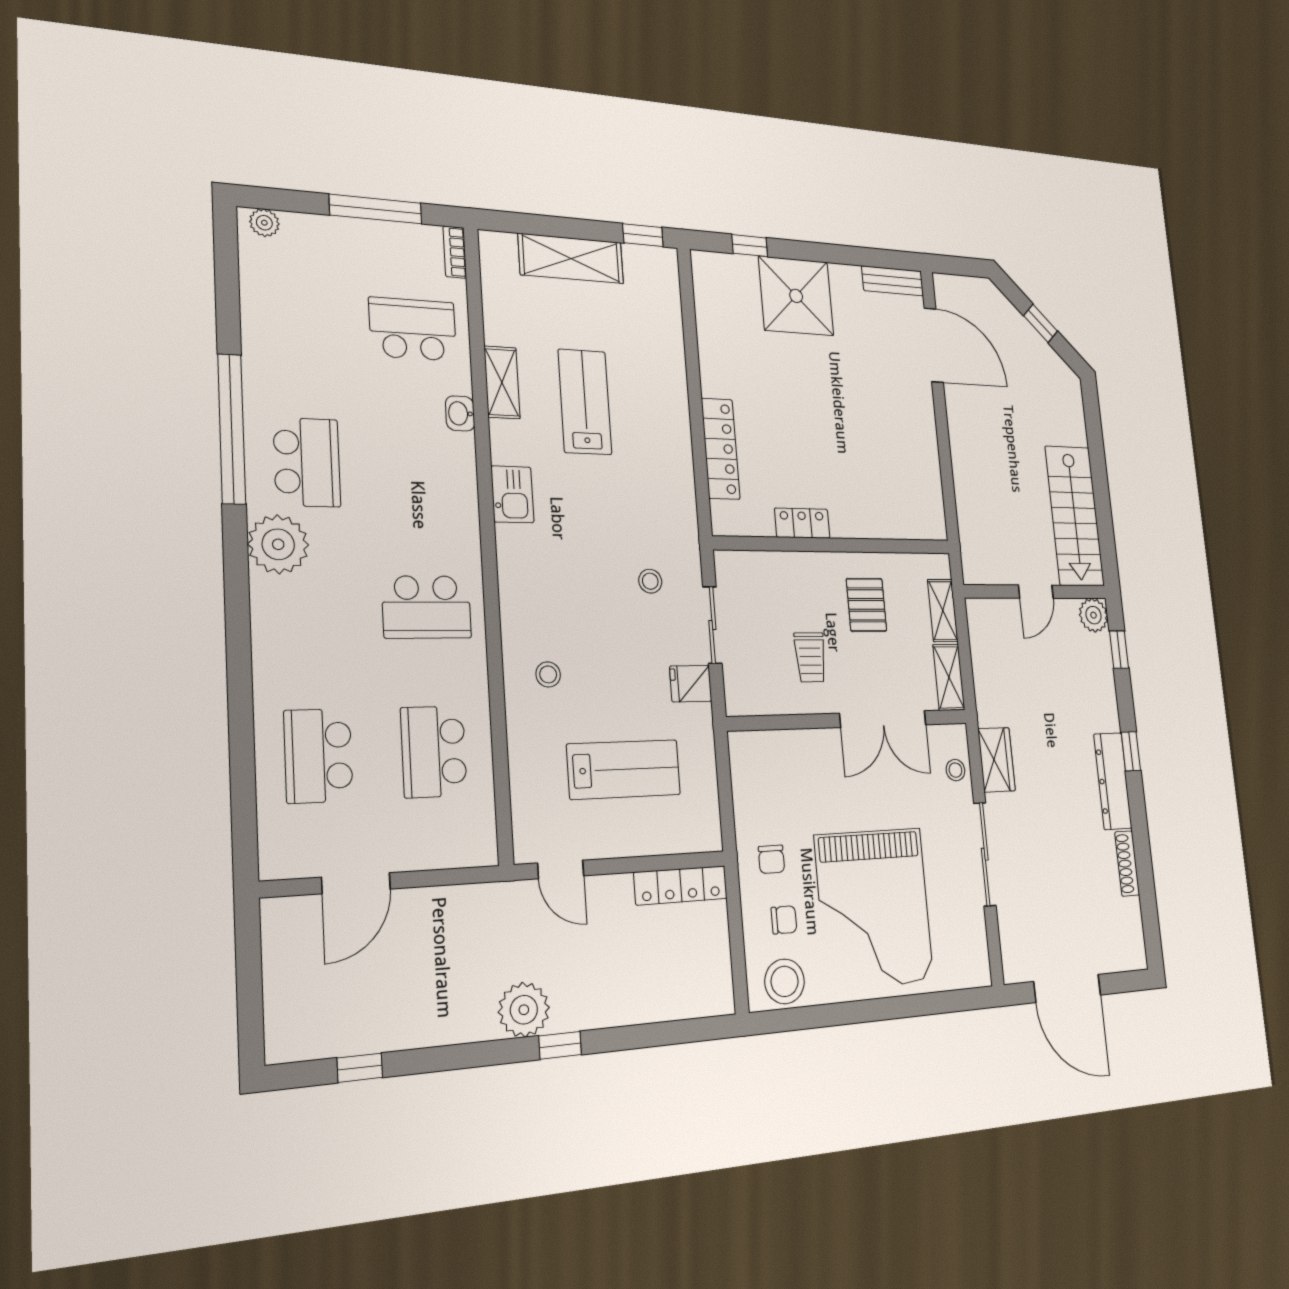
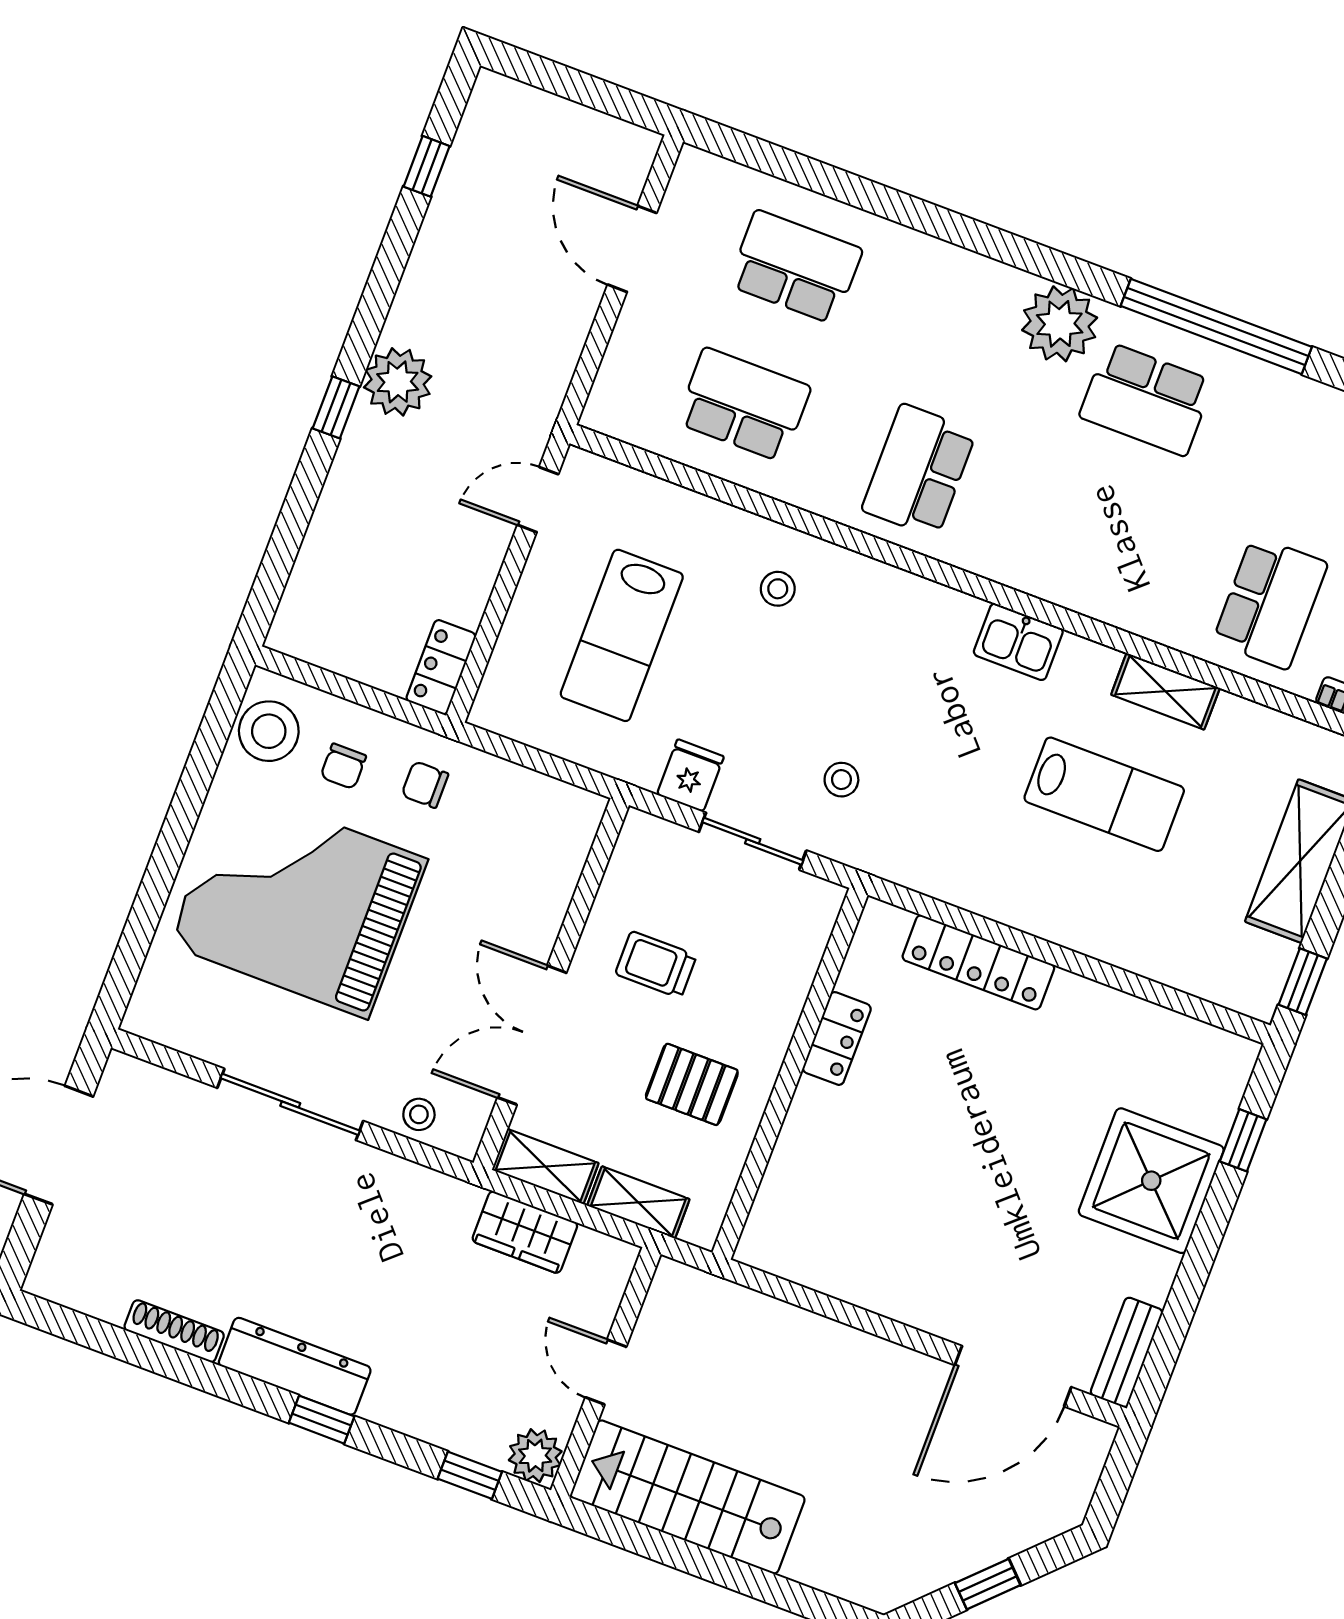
washbasin: (460, 413) -> (1143, 618), removed
wardrobe: (996, 760) -> (525, 1232), moved
locker: (681, 885) -> (441, 667), width x0.66

